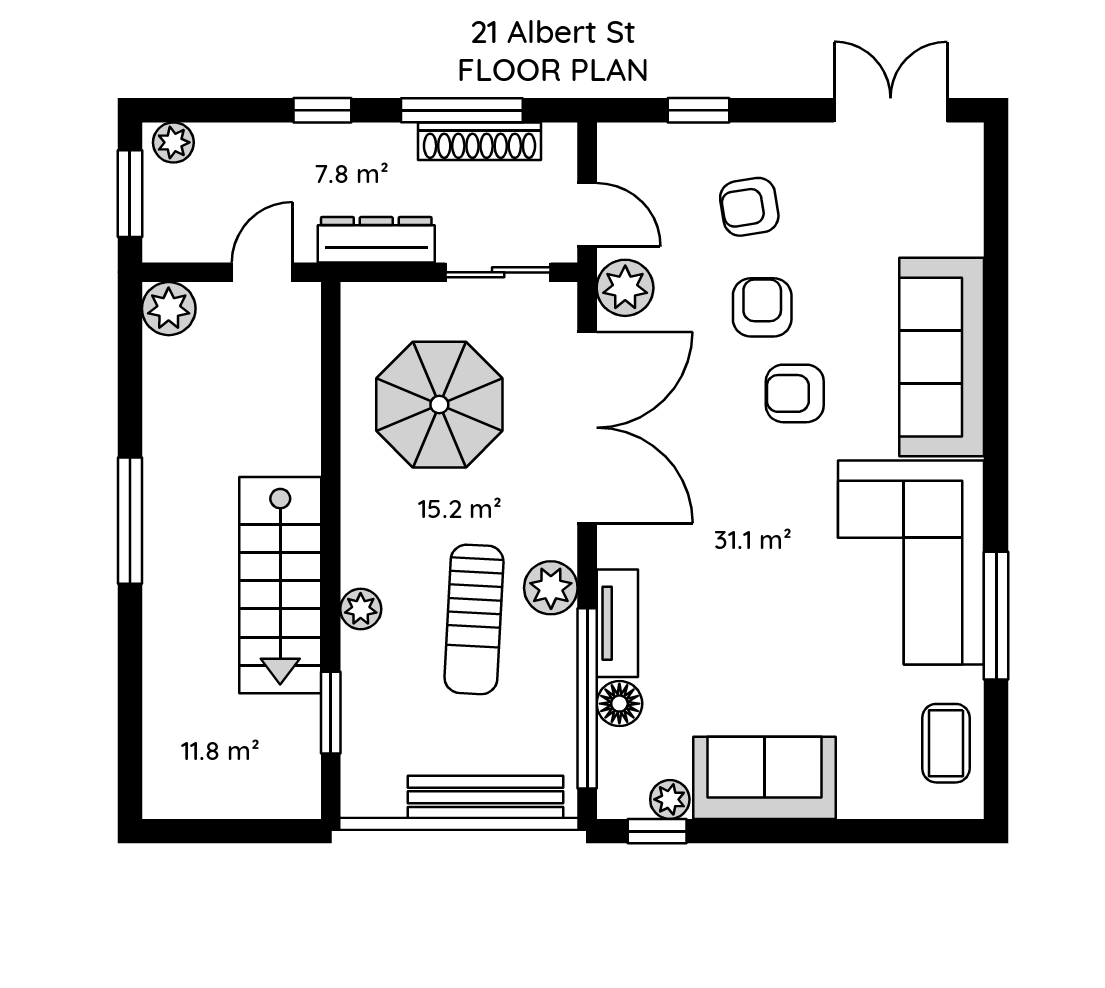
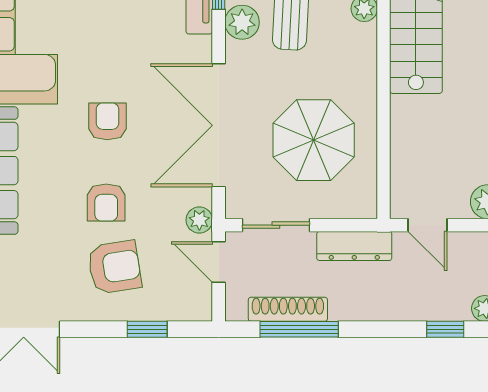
window: (322, 110) -> (445, 329), moved
armchair: (749, 207) -> (114, 267), width x1.38, depth x1.38
door: (262, 272) -> (428, 225), hinge flipped
plant: (625, 288) -> (199, 220), width x0.73, depth x0.73
armchair: (795, 393) -> (107, 121), moved, turned -90

